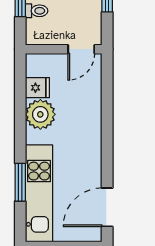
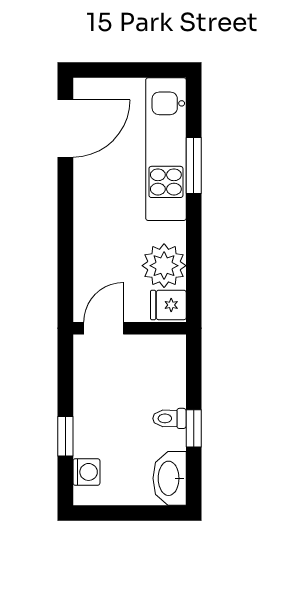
wall: (64, 49) -> (130, 328), moved
door: (81, 49) -> (104, 328), moved

